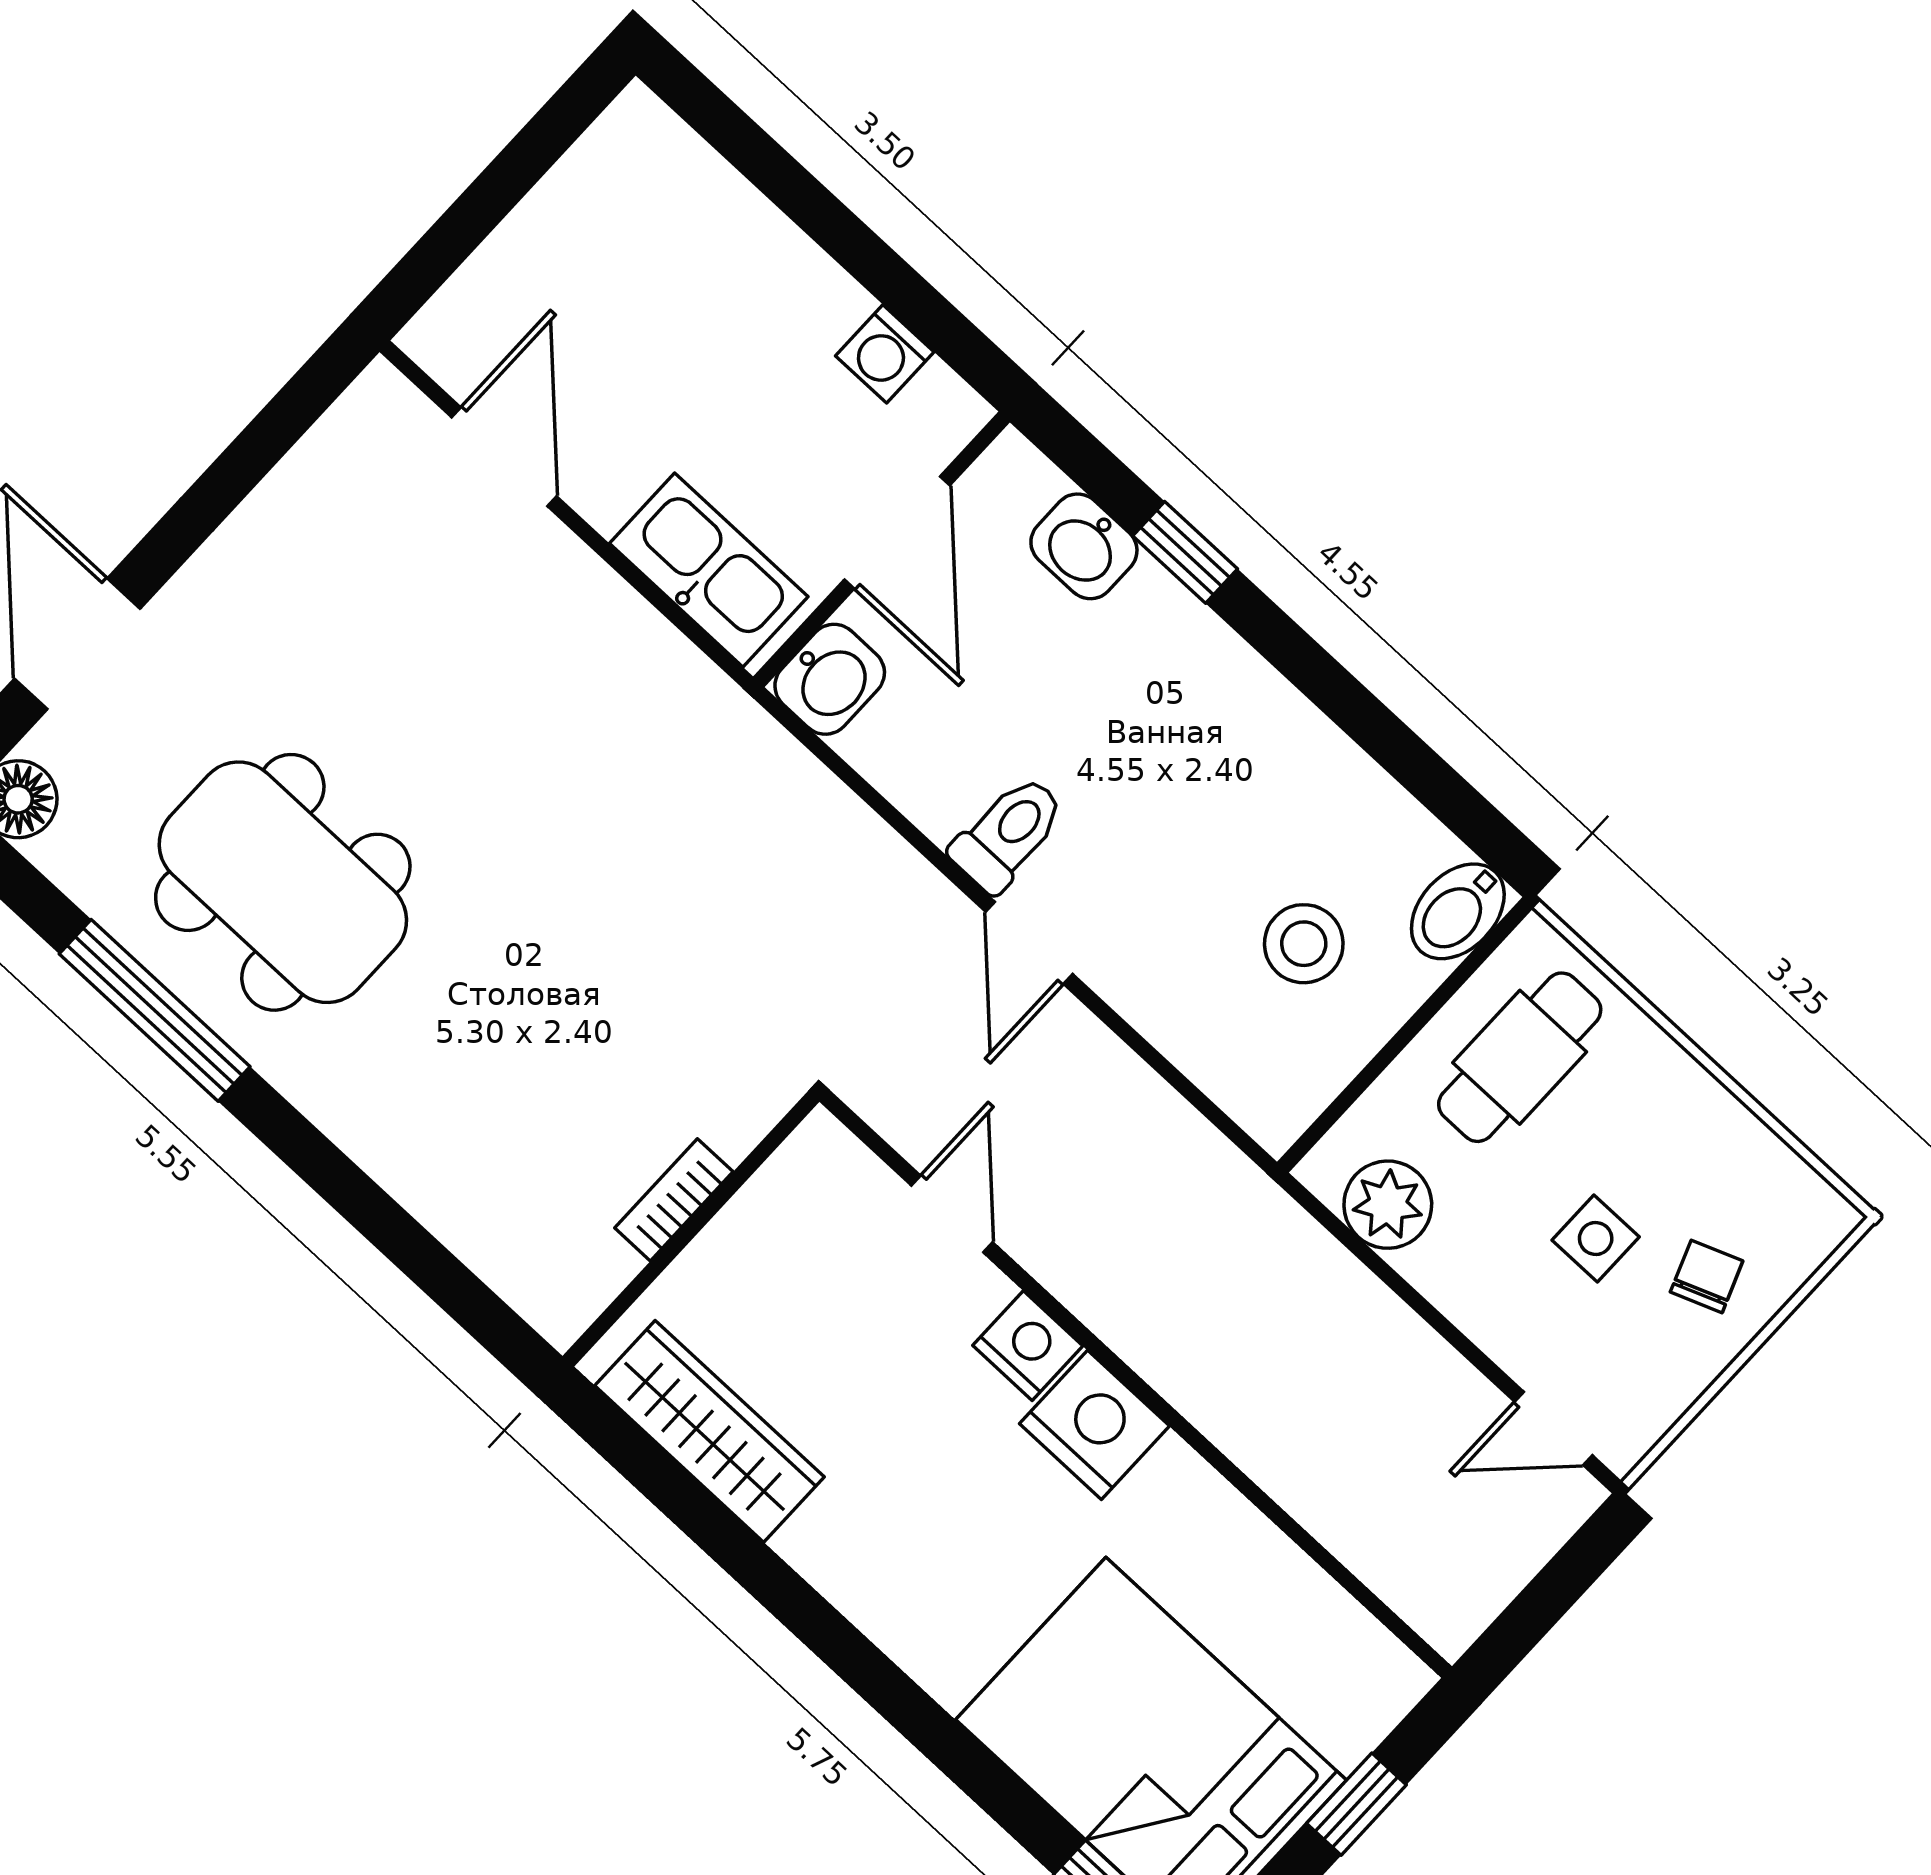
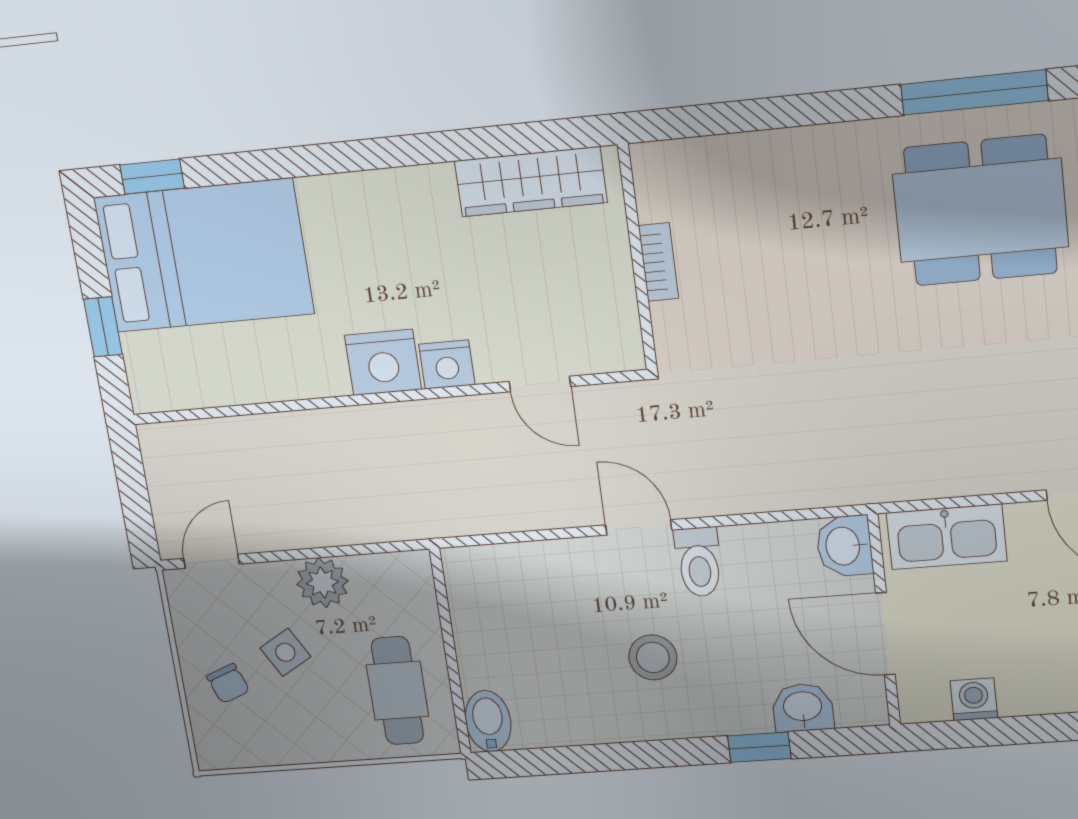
stool: (1304, 944) -> (653, 657), moved
plant: (1388, 1205) -> (322, 583), moved
side table: (1596, 1238) -> (285, 652), turned -30

